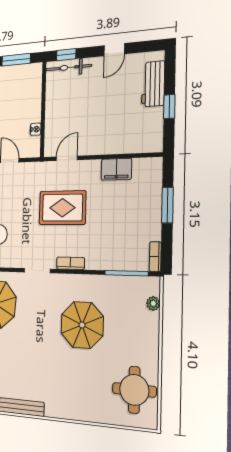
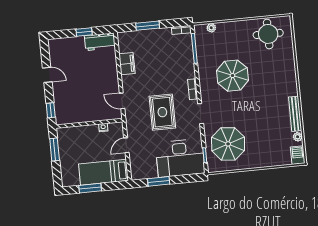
bicycle: (69, 67) -> (60, 107), removed
workbench: (153, 84) -> (100, 42), moved
rug: (62, 208) -> (162, 112), moved

